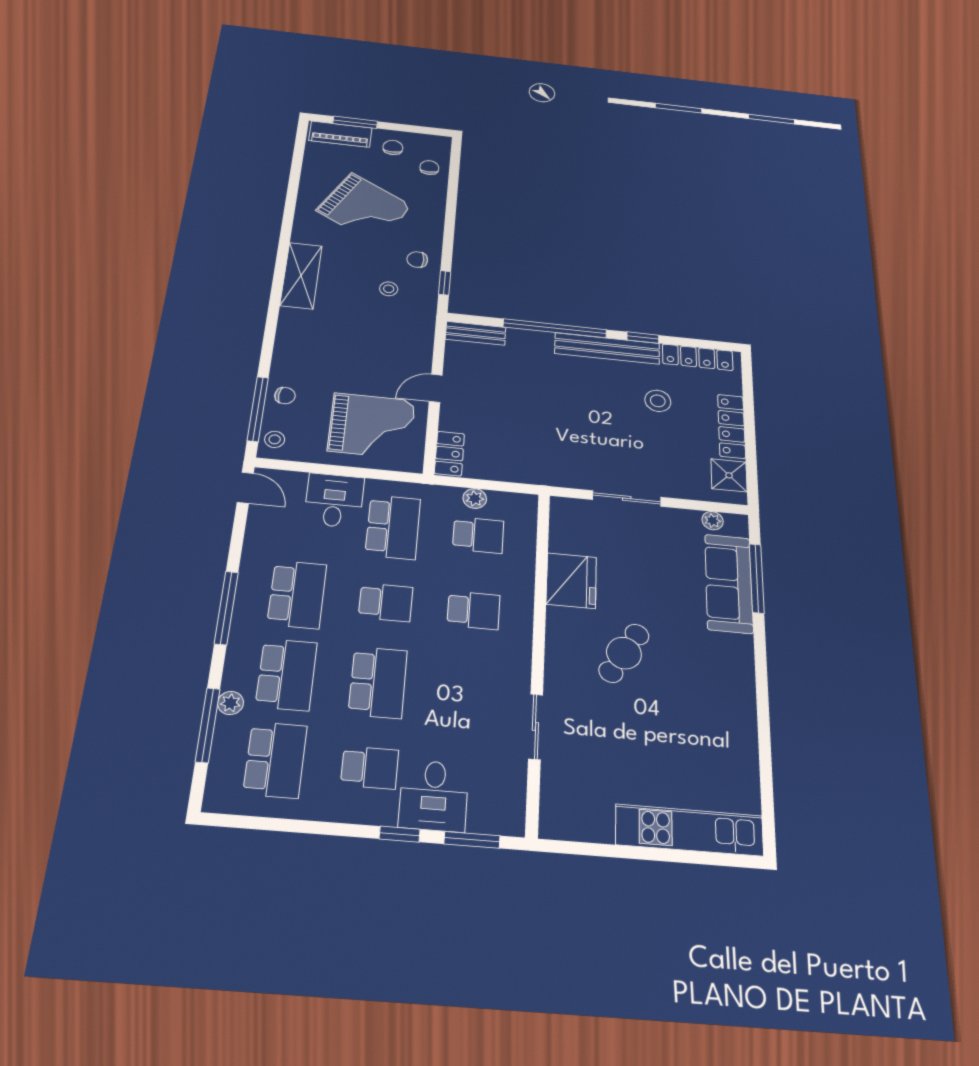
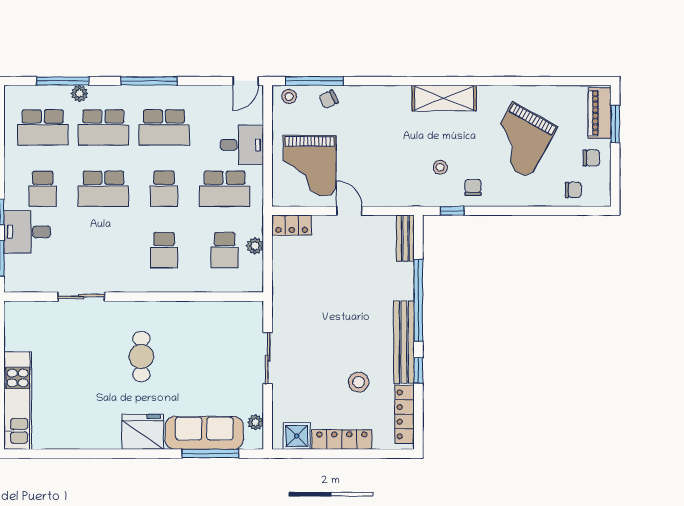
chair: (285, 396) -> (329, 99), turned 60
fridge: (571, 581) -> (143, 432), moved, turned 180
cafe table: (624, 653) -> (141, 357), turned 59

